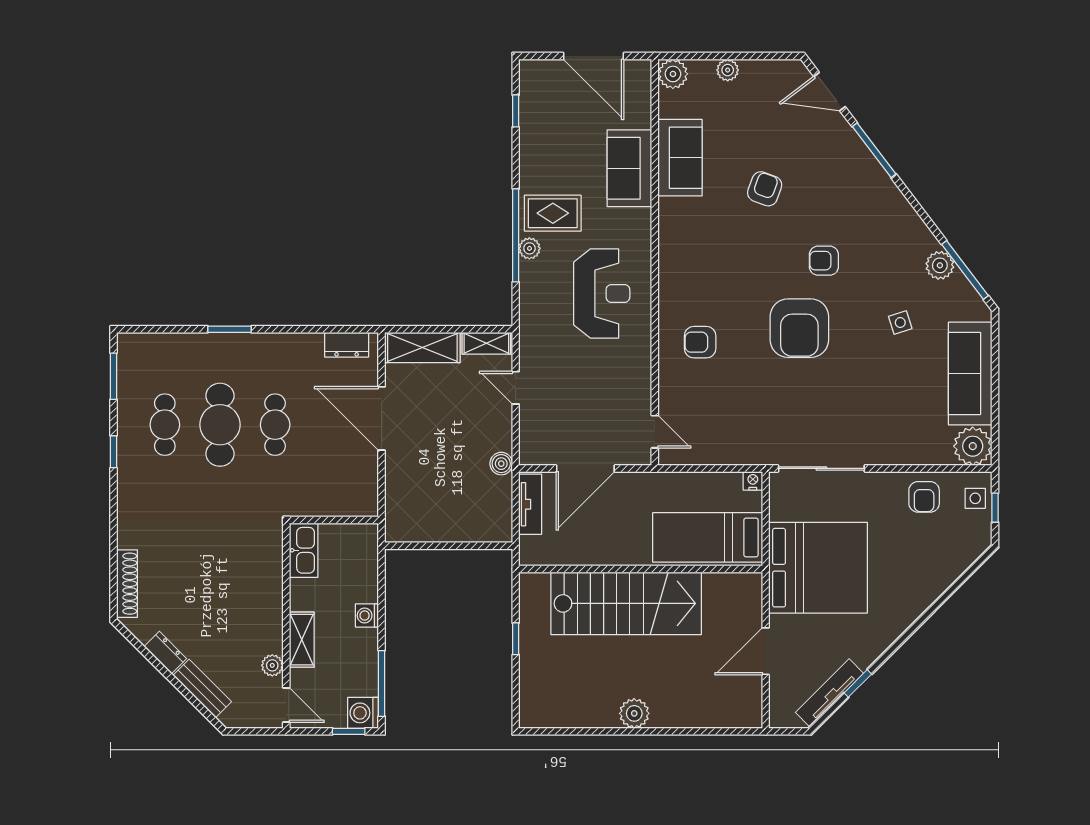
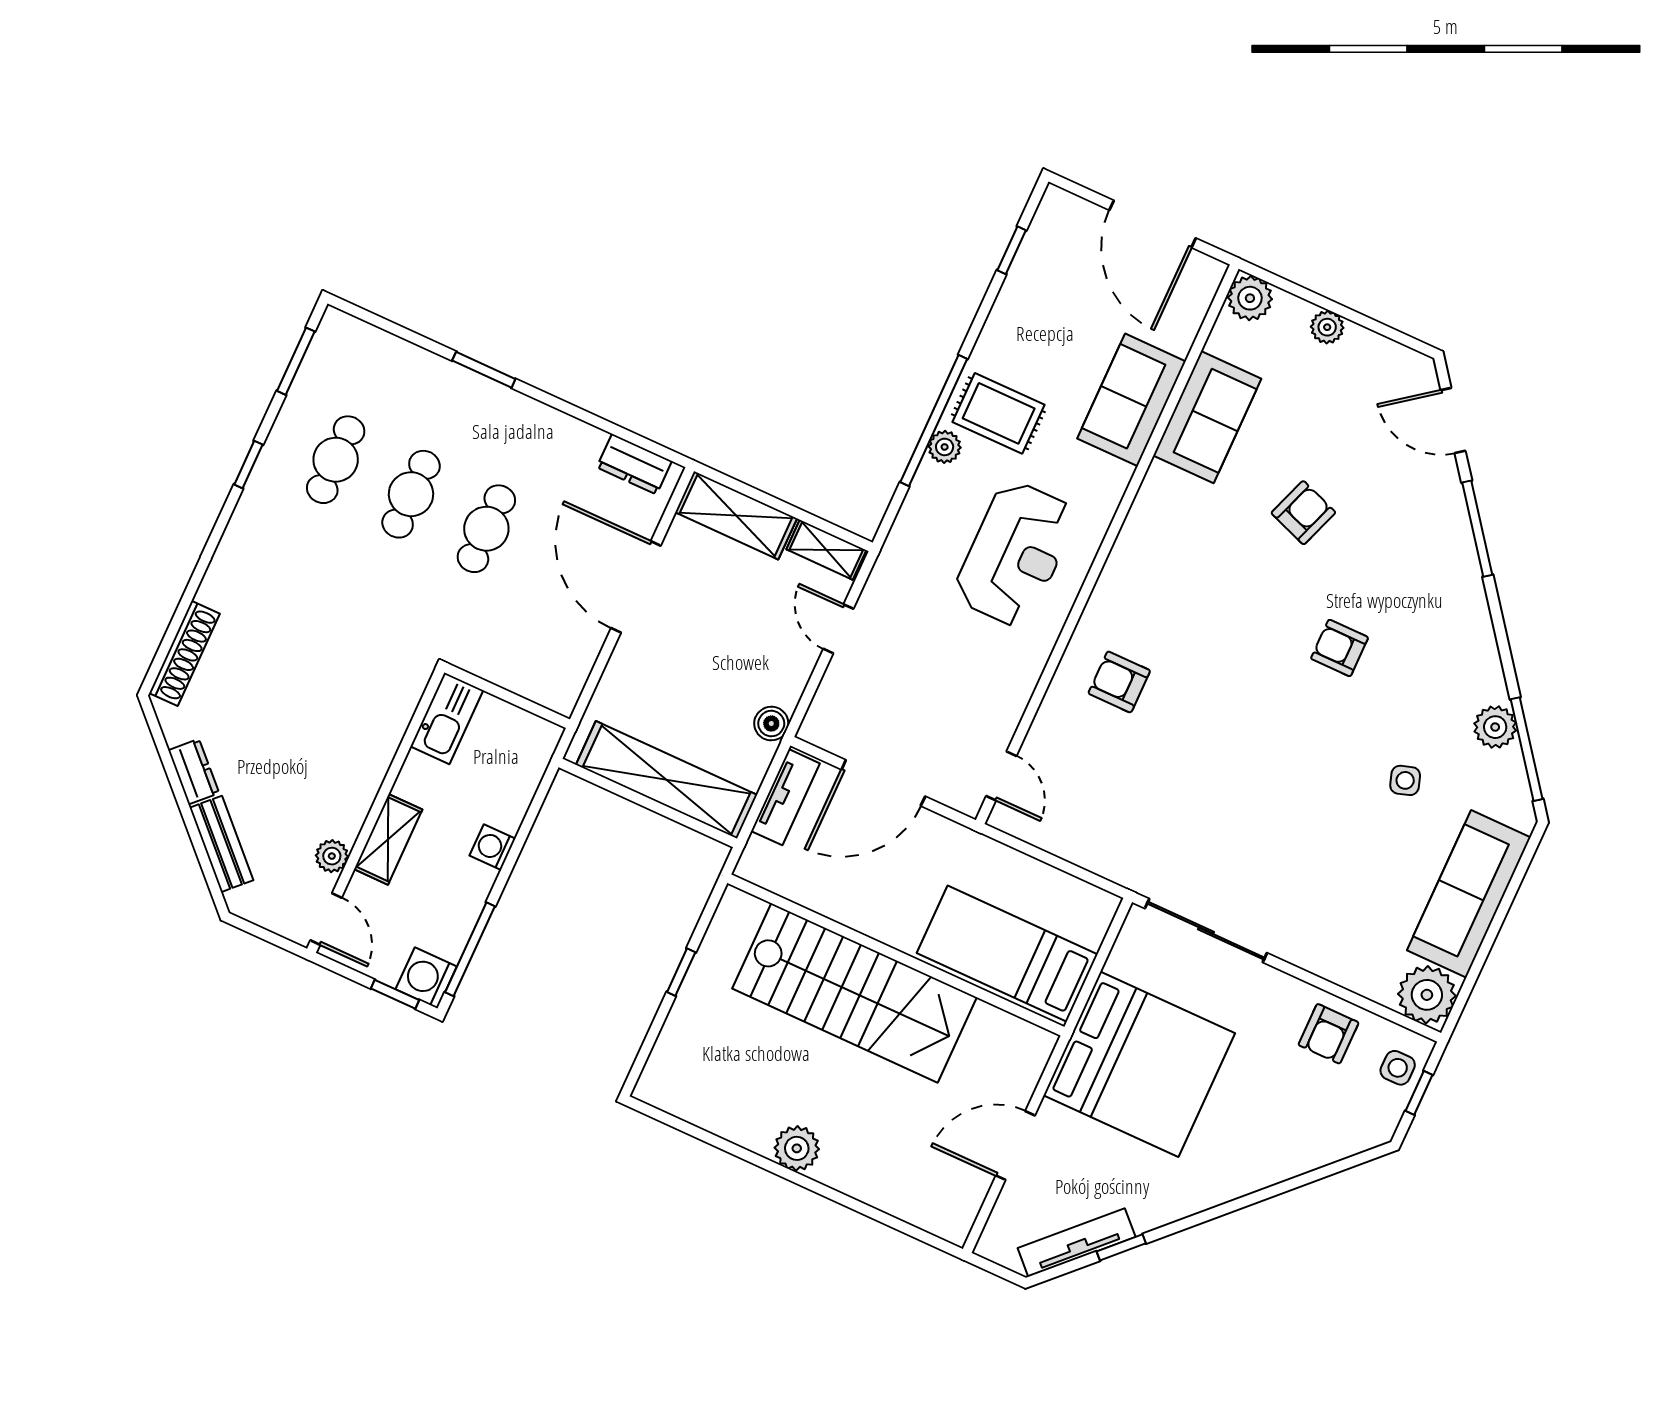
armchair: (799, 328) -> (1264, 725), removed
cafe table: (220, 425) -> (411, 494), width x0.73, depth x0.74
nightstand: (753, 481) -> (1104, 905), removed
shelving: (453, 527) -> (667, 780), added

